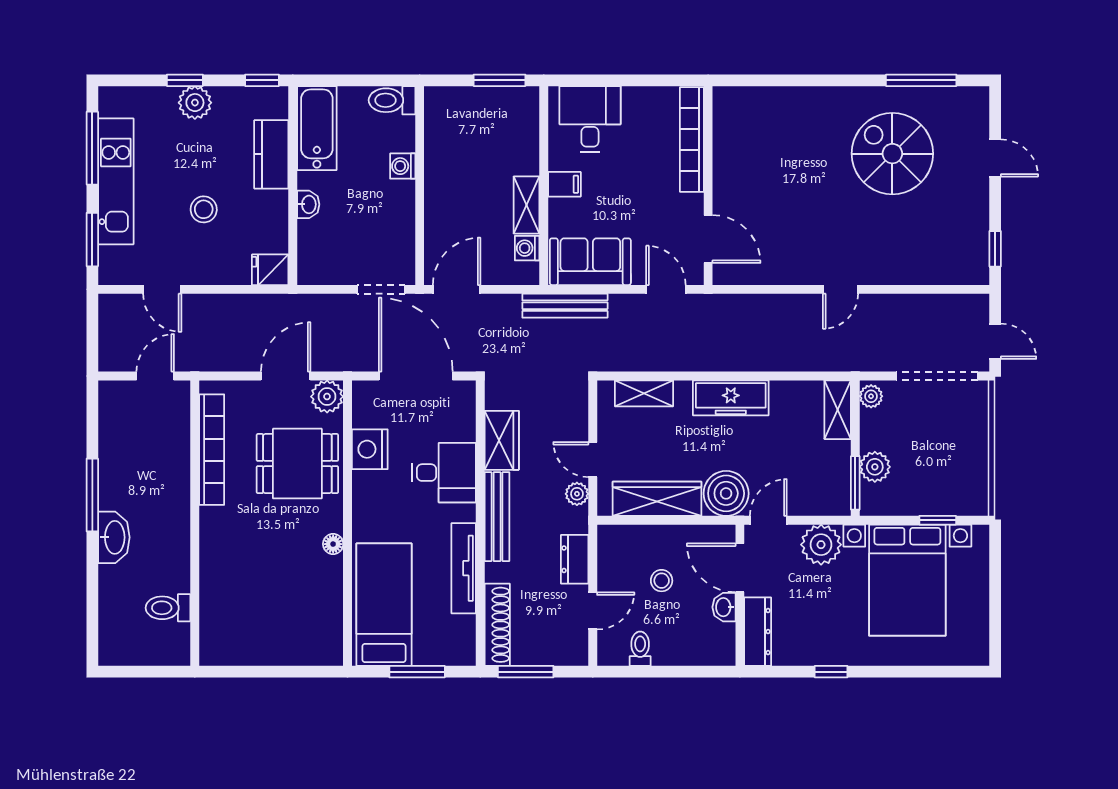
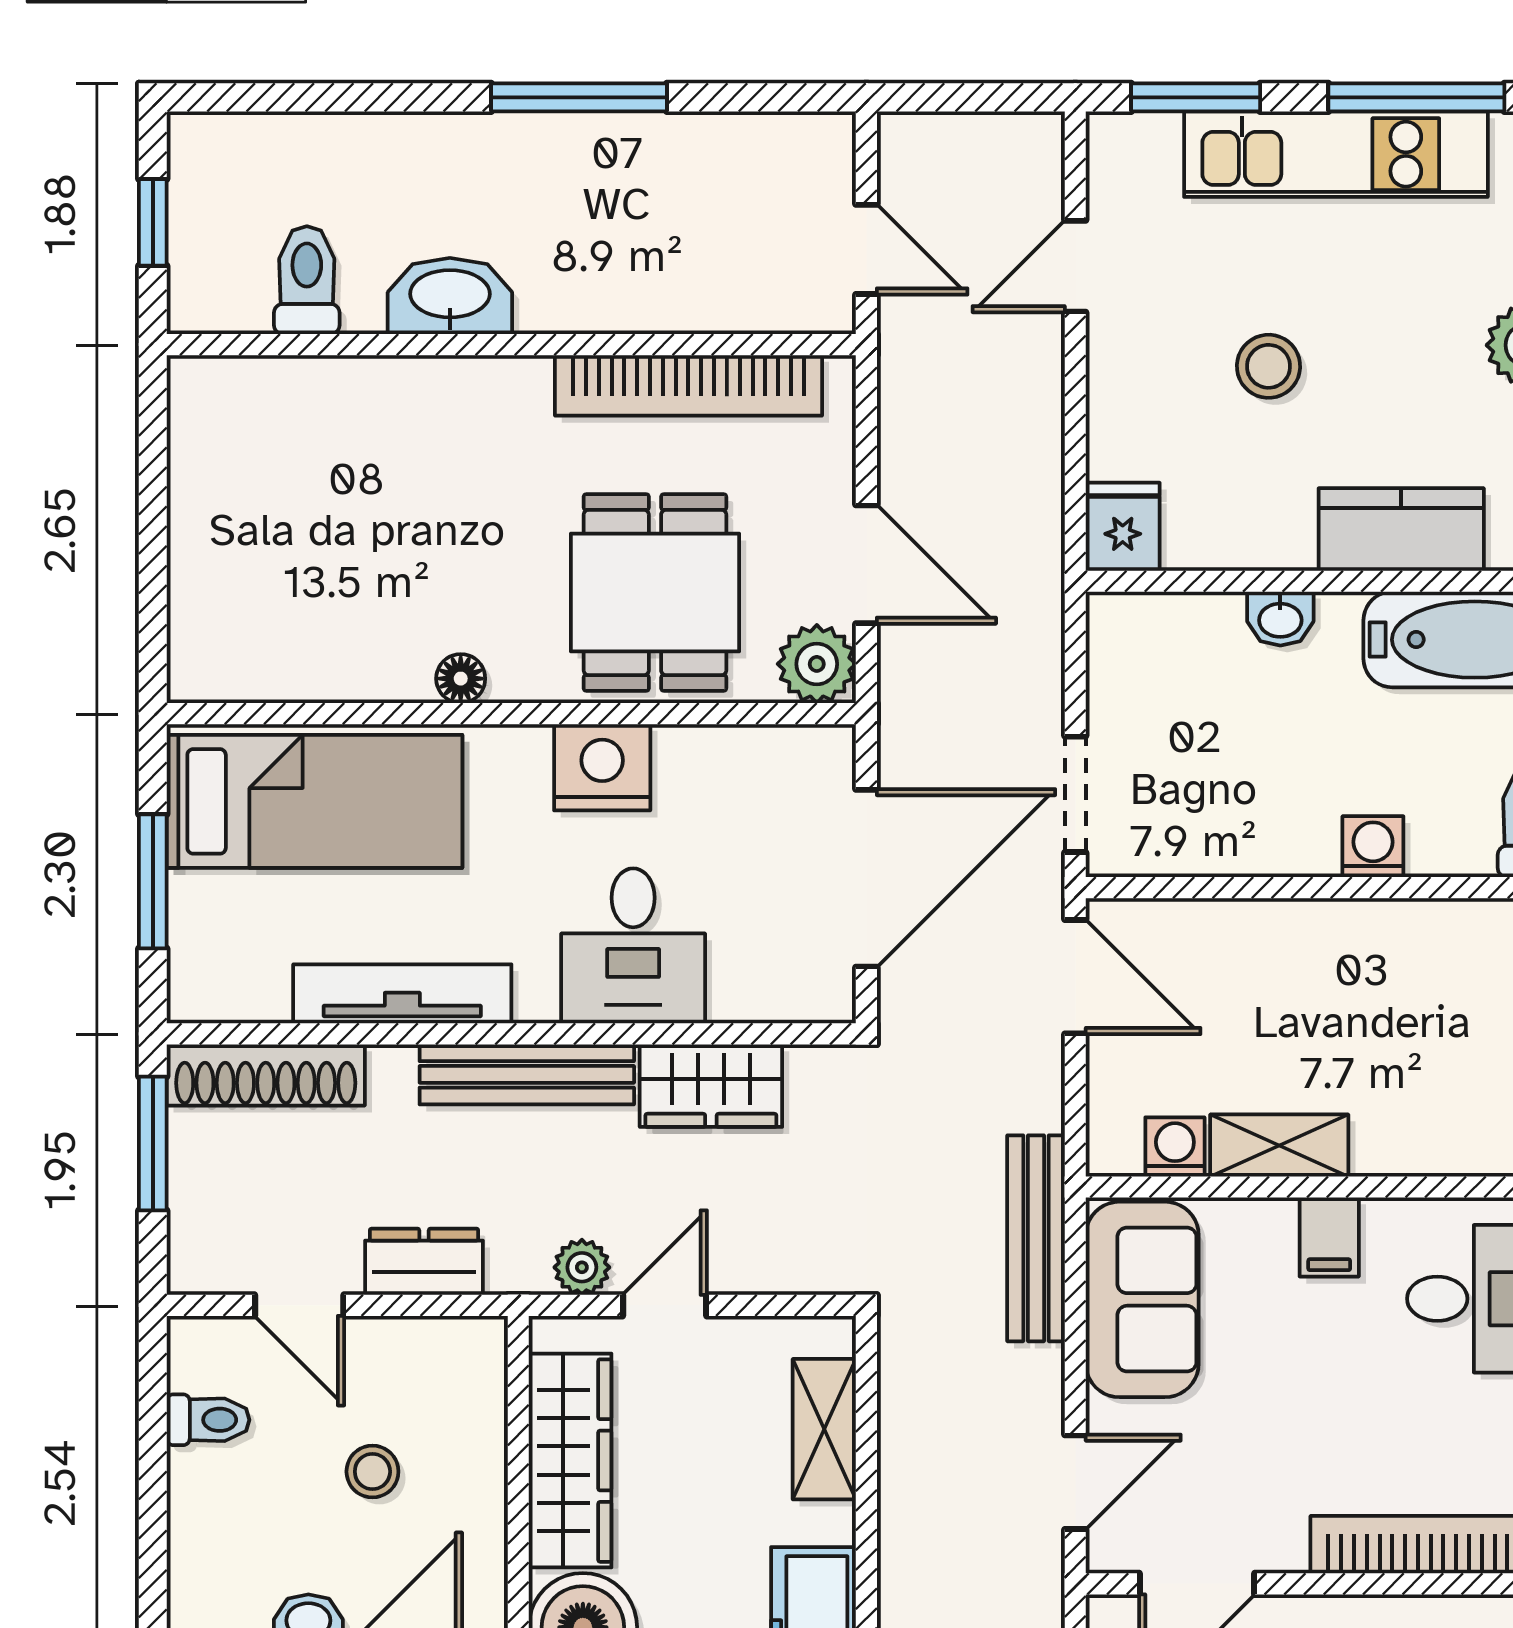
nightstand: (370, 449) -> (602, 767), moved
washbasin: (114, 537) -> (450, 296), moved, turned 180
window: (144, 672) -> (153, 222), added

